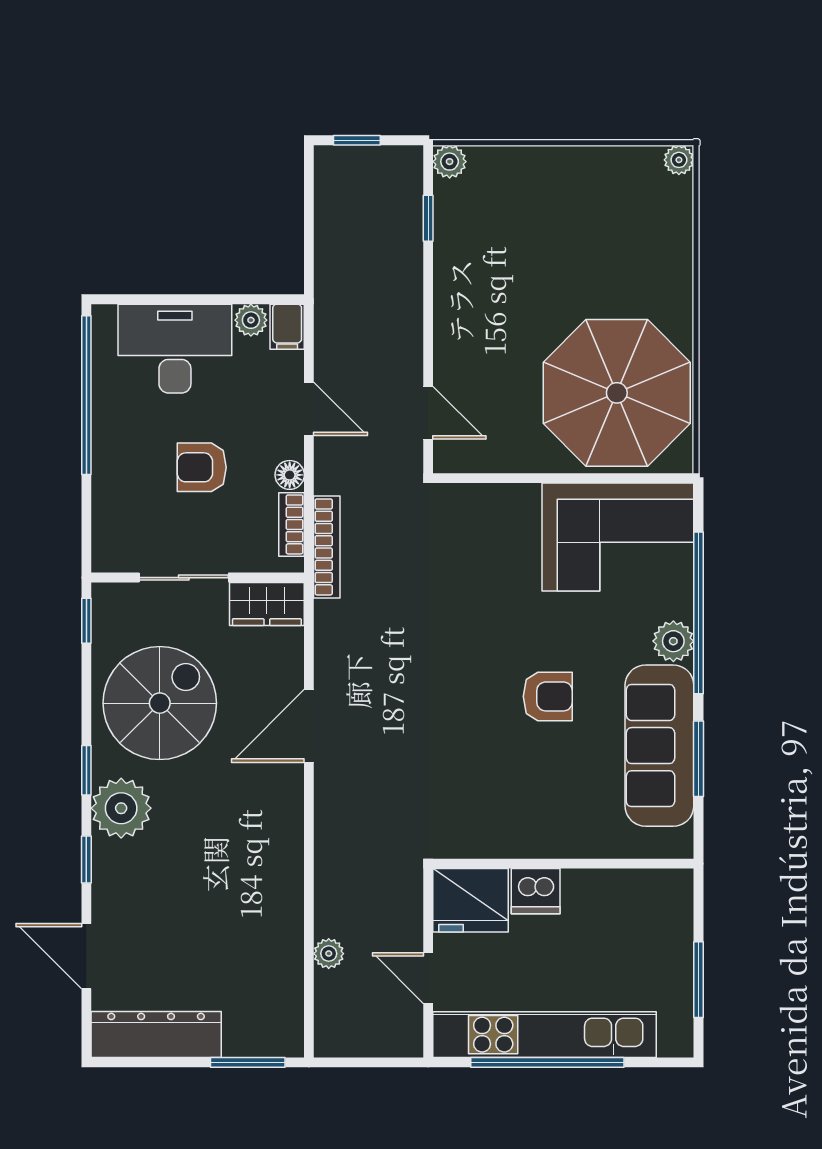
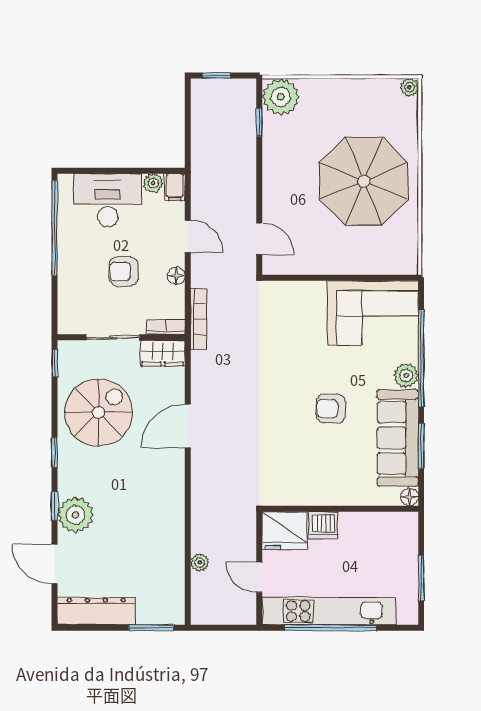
plant: (450, 162) -> (281, 97), width x1.87, depth x1.87
parasol: (617, 393) -> (364, 181), moved
bookcase: (291, 524) -> (166, 327), moved, turned 90
armchair: (548, 696) -> (331, 409), turned 180
plant: (121, 808) -> (75, 515), moved
floor lamp: (679, 844) -> (409, 497), added

